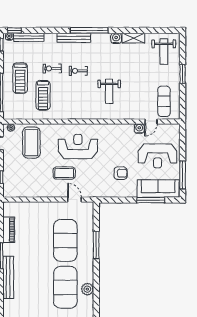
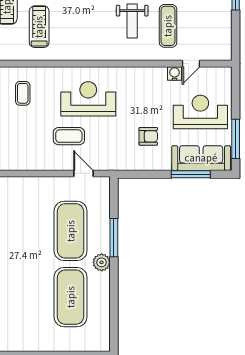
treadmill: (43, 95) -> (39, 27), turned 180
exercise mat: (164, 101) -> (168, 26), moved
coffee table: (31, 143) -> (23, 93), width x0.54, depth x0.58
reception desk: (158, 156) -> (200, 112), turned 180
plant: (87, 289) -> (102, 262), moved

